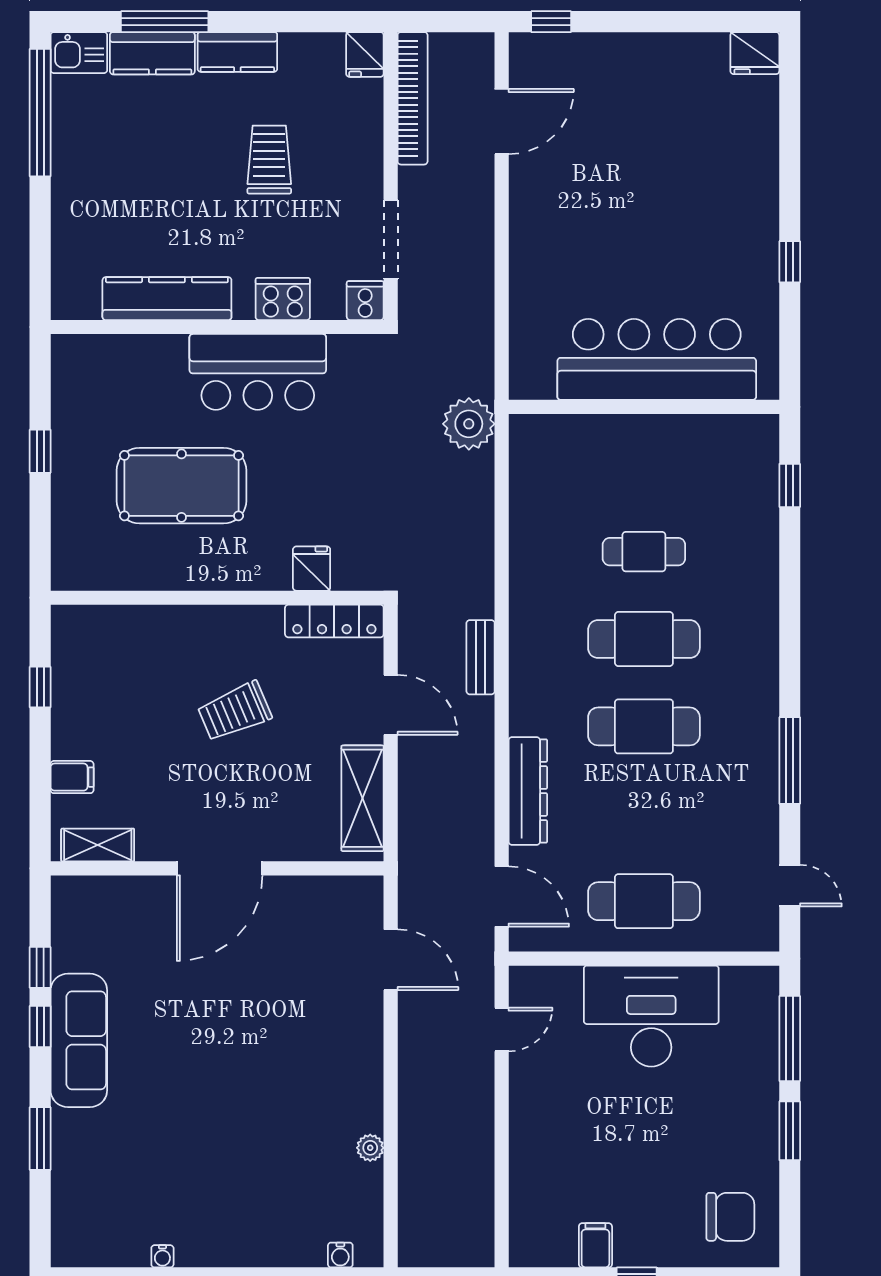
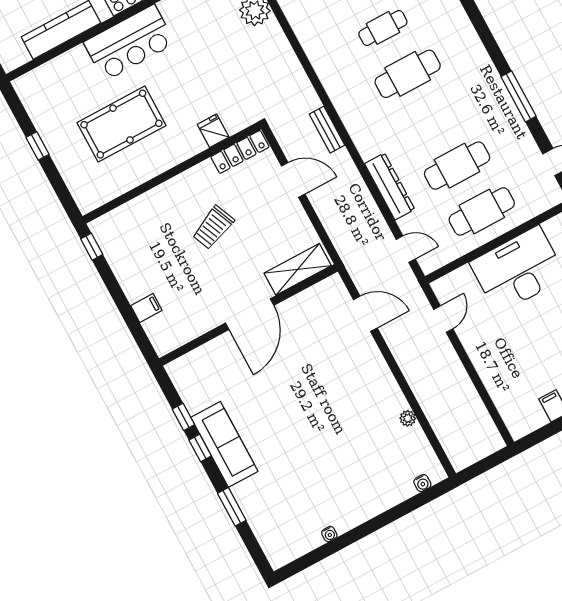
window: (40, 687) -> (92, 247), moved
cafe table: (644, 726) -> (457, 166), moved
shelving: (363, 798) -> (298, 269), moved, turned 90
shelving: (98, 845) -> (179, 336), removed
door: (502, 896) -> (406, 249), width x0.73

